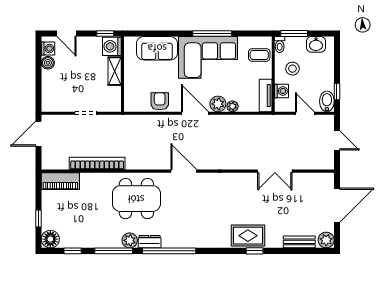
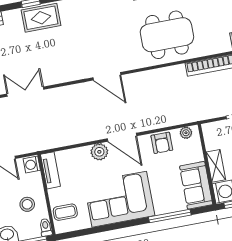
window: (212, 34) -> (170, 216), moved
sofa: (157, 48) -> (196, 185), moved, turned -90
washing machine: (282, 91) -> (32, 165), moved
plant: (232, 106) -> (186, 133), moved
door: (184, 171) -> (107, 76), moved

